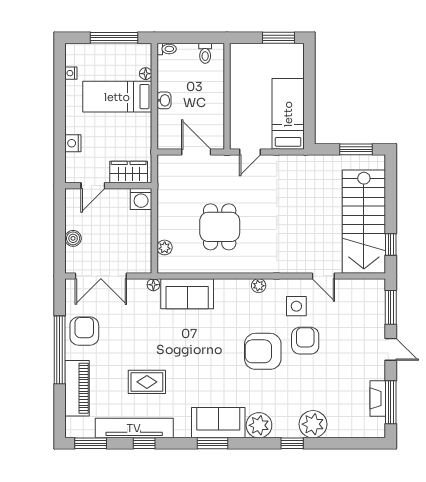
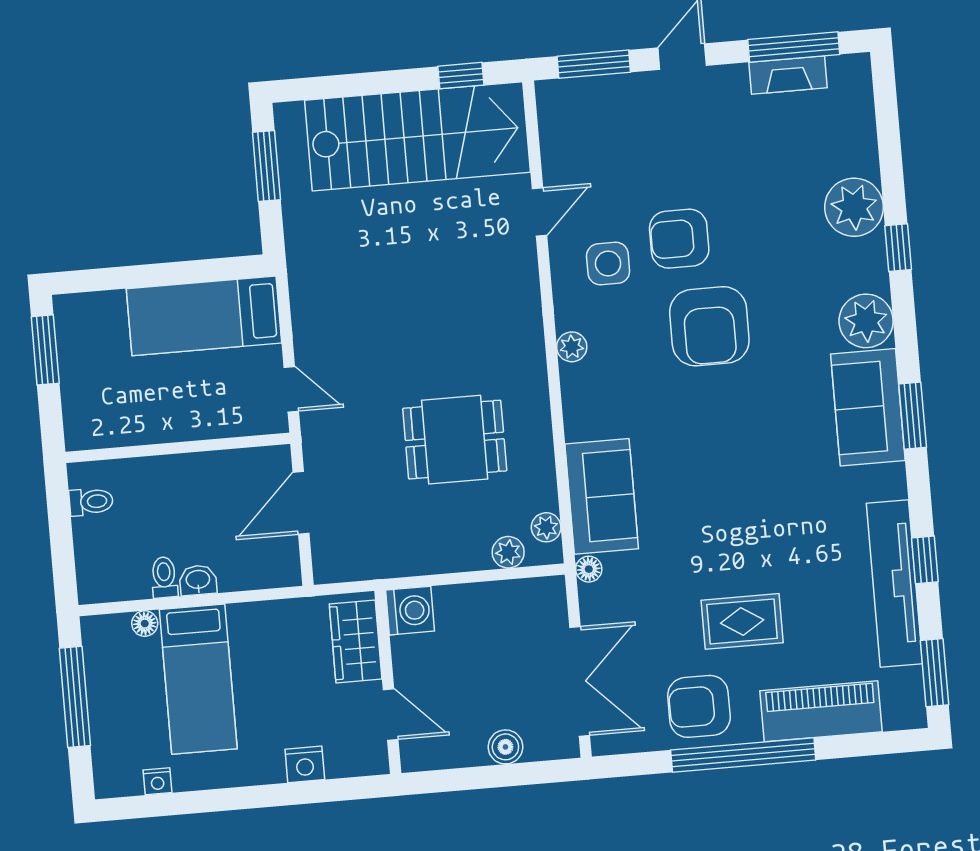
toilet: (167, 49) -> (164, 577), moved
plant: (175, 266) -> (546, 527), added
rug: (147, 382) -> (742, 621), moved, turned 90

